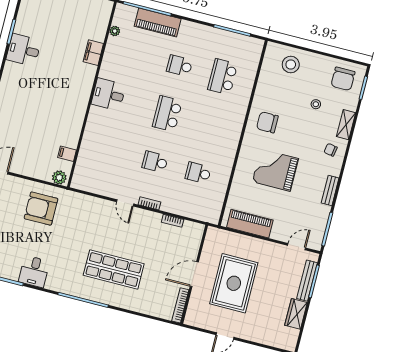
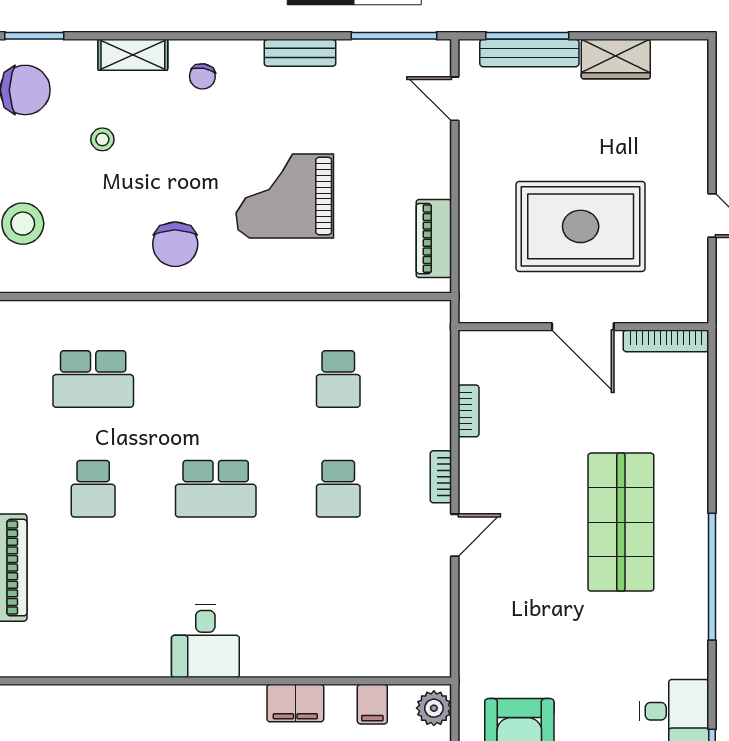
plant: (115, 31) -> (50, 665), removed
filing cabinet: (93, 53) -> (295, 703), moved
grand piano: (275, 170) -> (285, 196), turned 90
piano: (250, 224) -> (434, 239), width x0.73, depth x0.75

